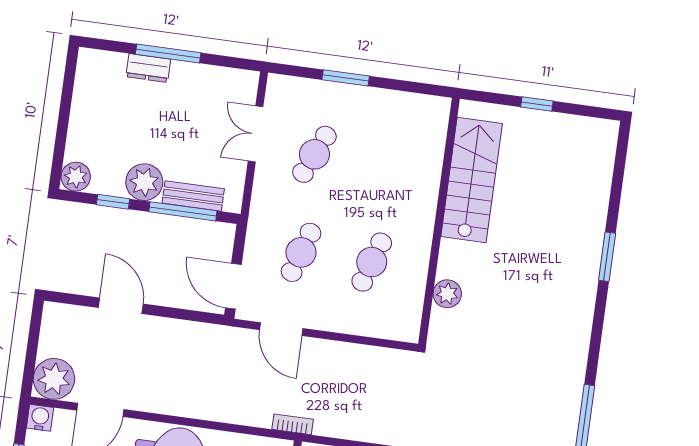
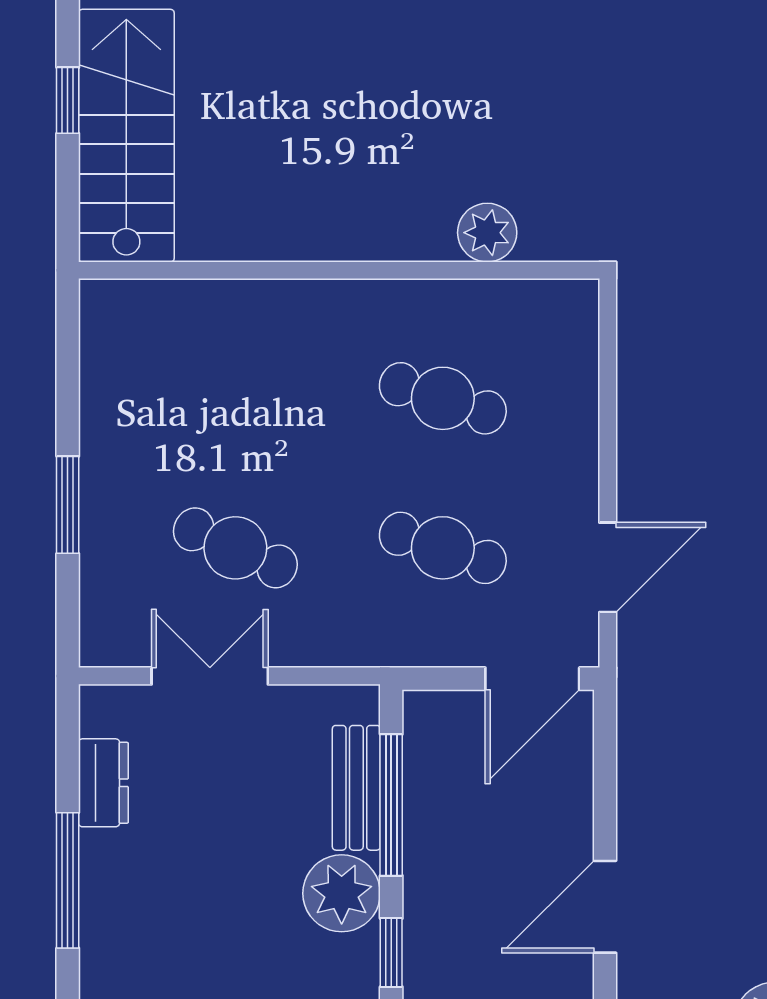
dresser: (148, 68) -> (103, 783), moved
double door: (256, 134) -> (210, 676), swing flipped
stairs: (472, 180) -> (126, 136), moved, turned 90

